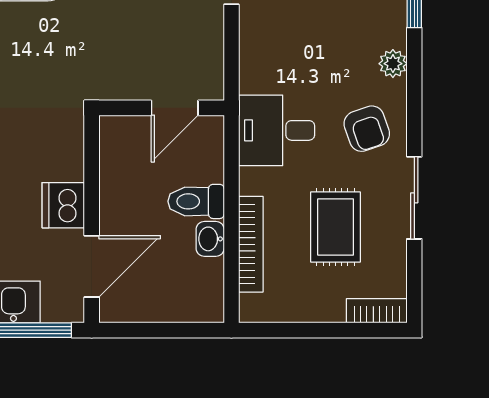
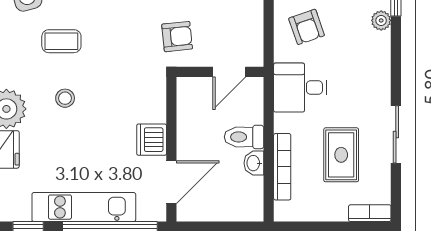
armchair: (100, 57) -> (177, 37), added
plant: (393, 64) -> (381, 20), moved
armchair: (367, 129) -> (307, 27), moved

